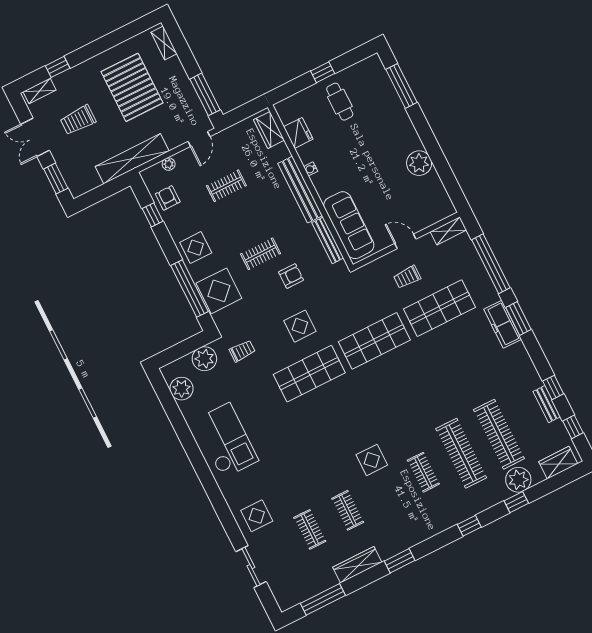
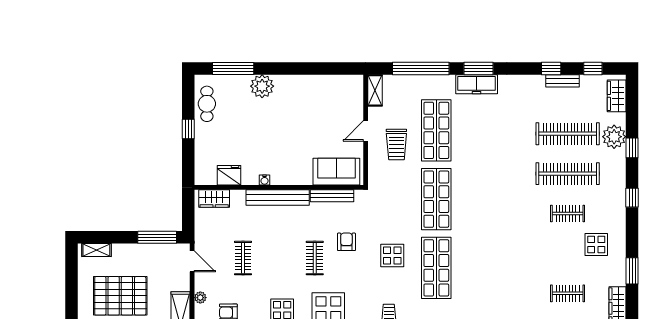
cafe table: (340, 102) -> (207, 104), moved, turned 90
plant: (419, 163) -> (262, 86), moved
sofa: (349, 225) -> (336, 172), width x0.73
trolley: (407, 277) -> (396, 145), width x1.36, depth x1.39
display table: (372, 460) -> (596, 244), moved

